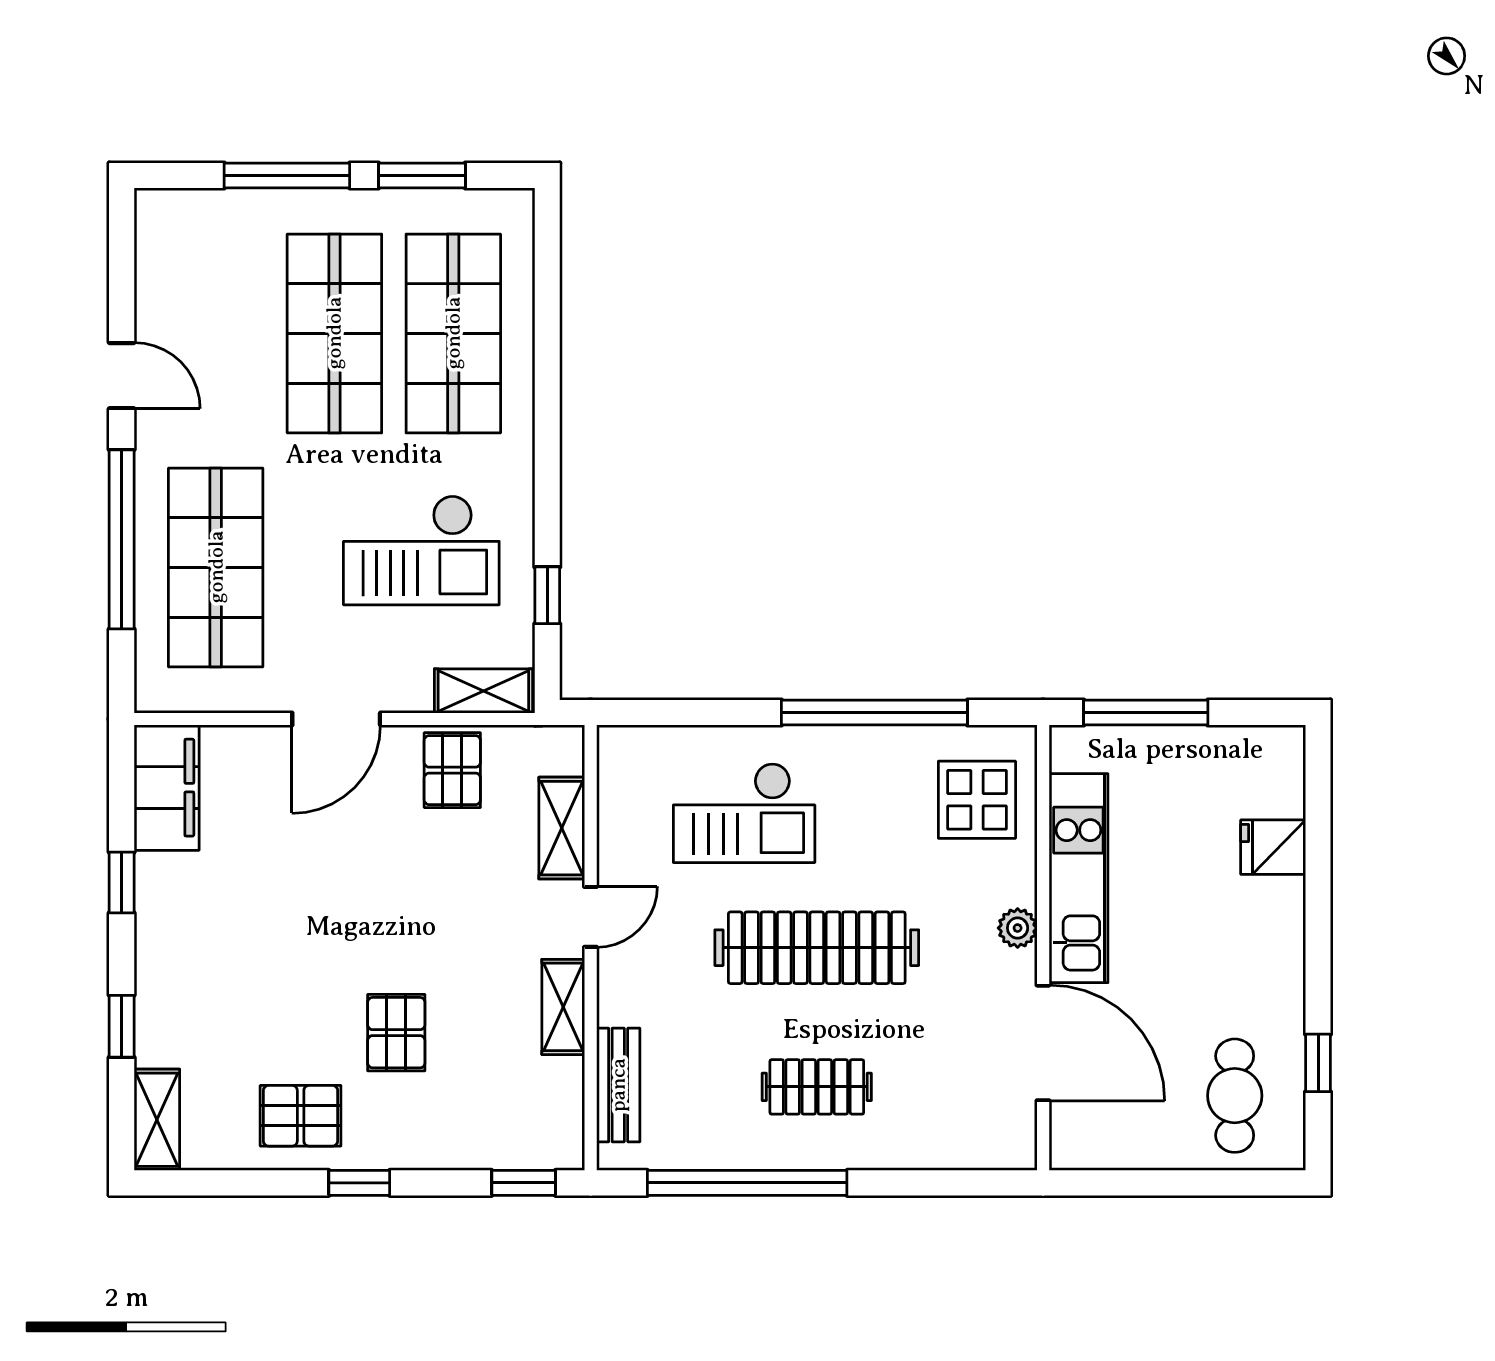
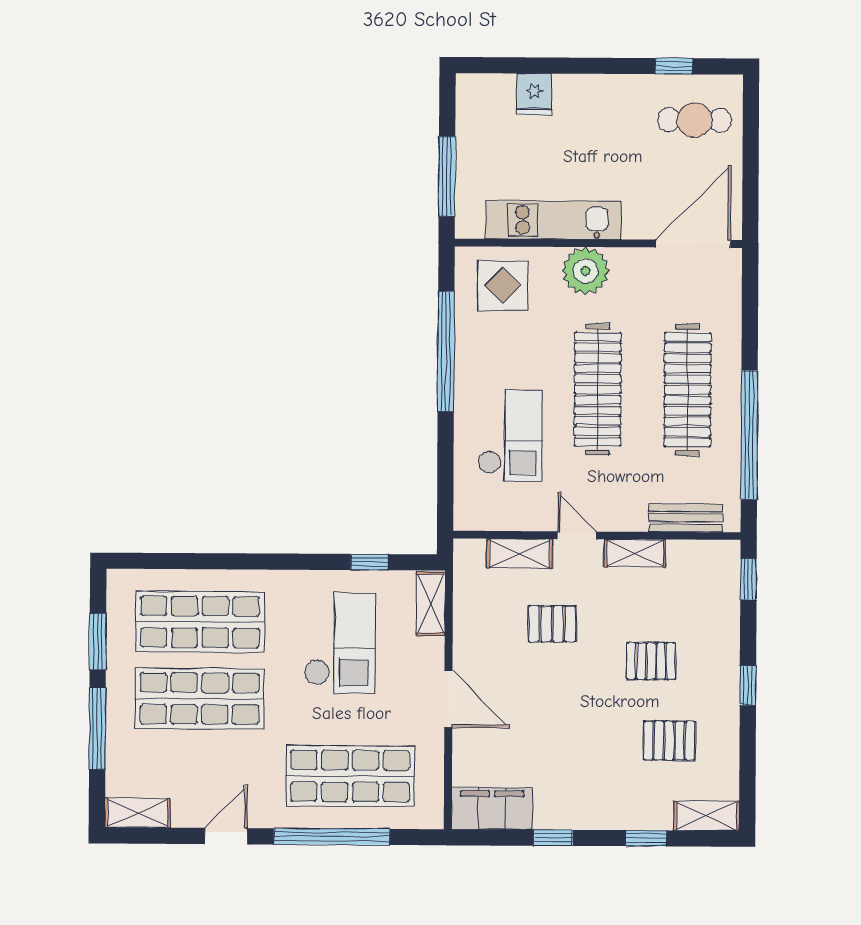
shelving: (157, 238) -> (137, 813), added
pallet: (452, 770) -> (552, 624), moved
plant: (1018, 928) -> (586, 271), width x1.88, depth x1.88
door: (1043, 1043) -> (693, 244), moved
clothes rail: (817, 1087) -> (687, 390), width x1.86, depth x1.31
pallet: (301, 1116) -> (669, 741), moved, turned 90

